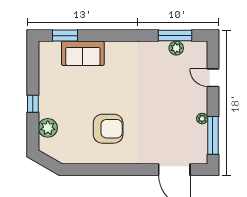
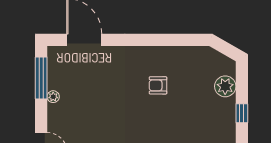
armchair: (108, 129) -> (158, 85), width x0.53, depth x0.53

